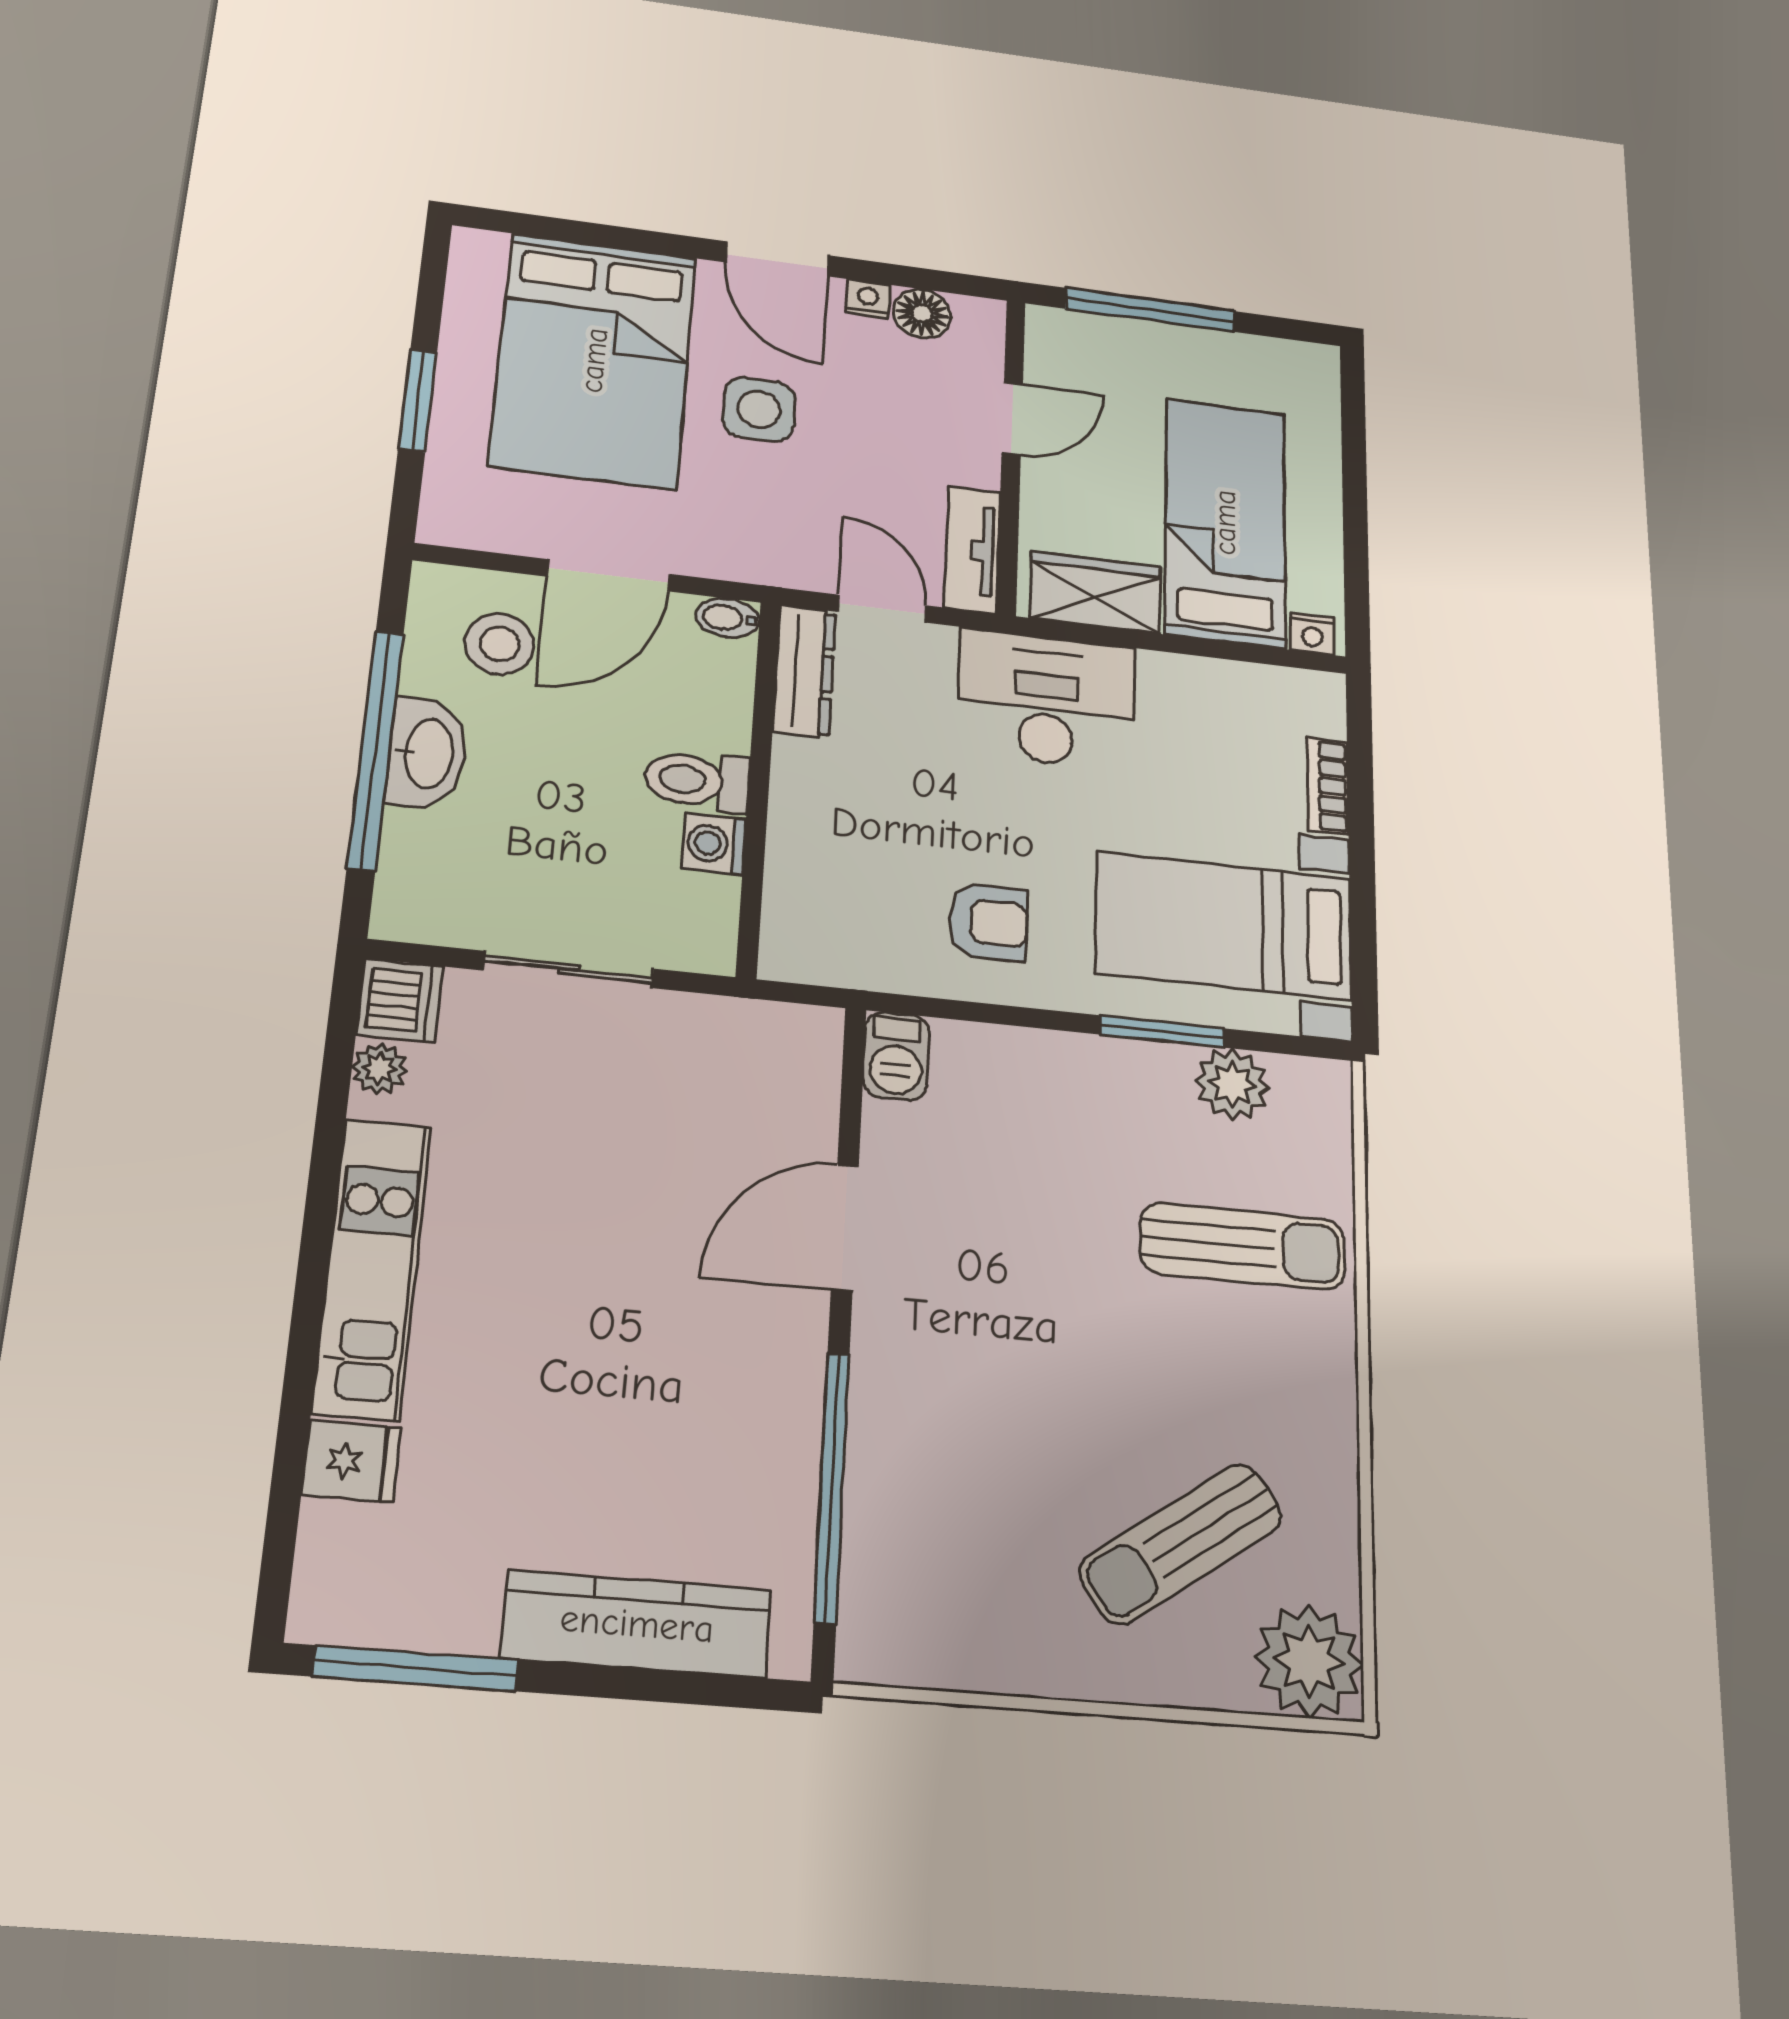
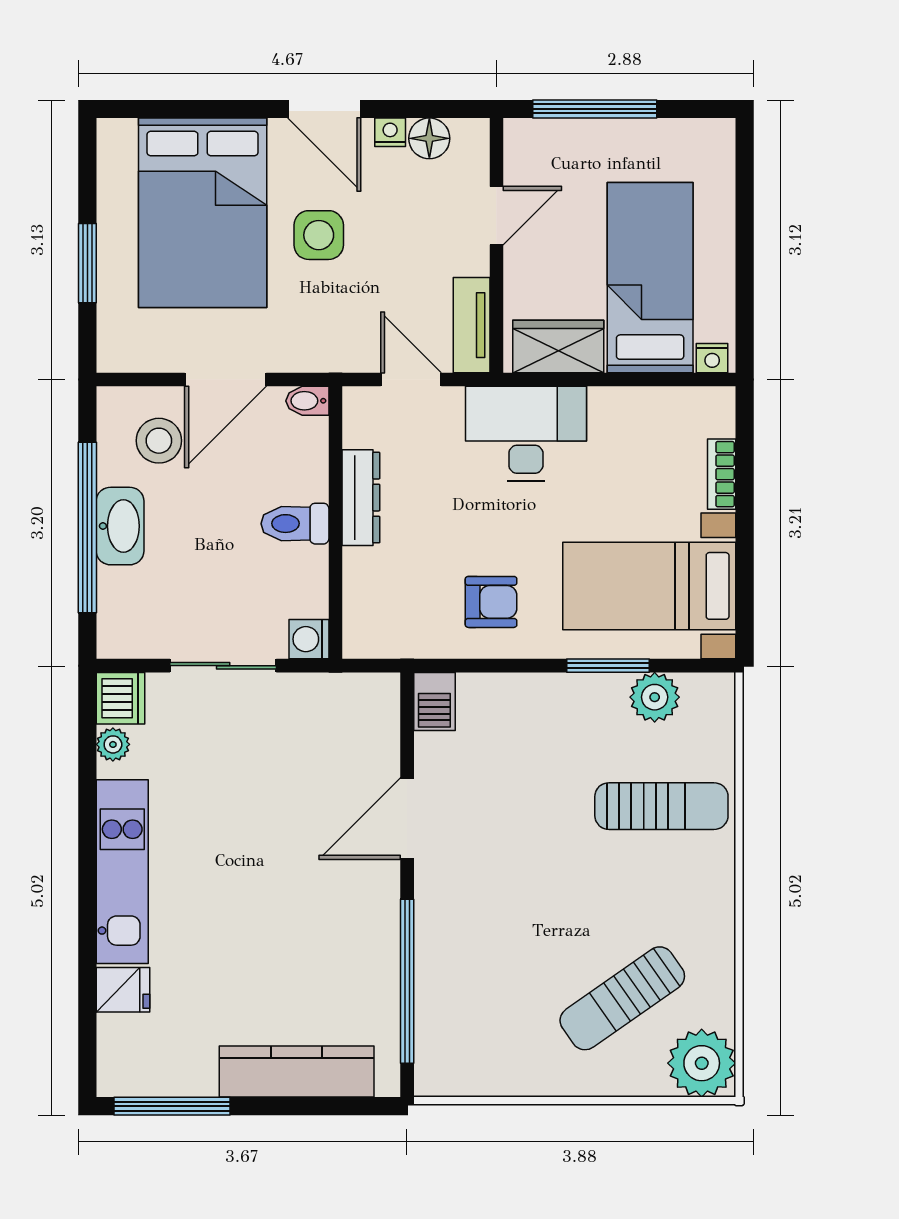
dresser: (804, 671) -> (361, 498), moved
washing machine: (714, 844) -> (309, 639), moved

